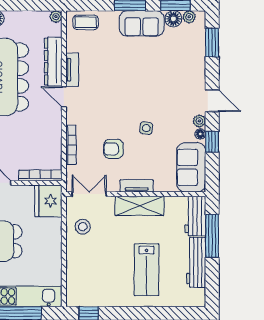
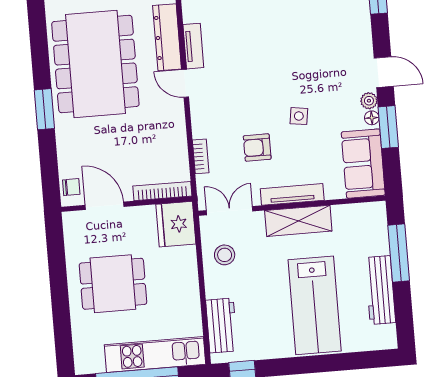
window: (212, 142) -> (388, 127), width x1.50
bookcase: (71, 145) -> (201, 156), width x0.64
tv unit: (137, 186) -> (292, 194), width x1.41
workbench: (195, 216) -> (222, 326), moved, turned 180
lab bench: (146, 270) -> (315, 305), width x1.36, depth x1.39

